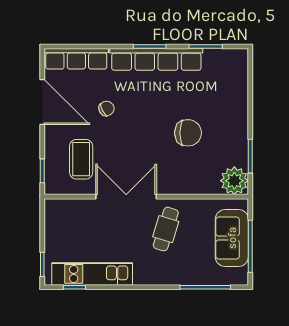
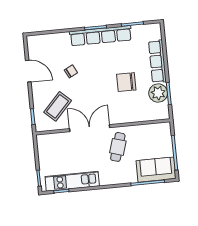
row of seats: (76, 59) -> (157, 61), moved, turned 90
door: (42, 102) -> (28, 71), width x0.73
chair: (188, 133) -> (126, 82), turned 180
coffee table: (81, 159) -> (58, 106), turned 43
plant: (234, 181) -> (158, 93), moved
sofa: (232, 238) -> (156, 170), moved, turned 90

